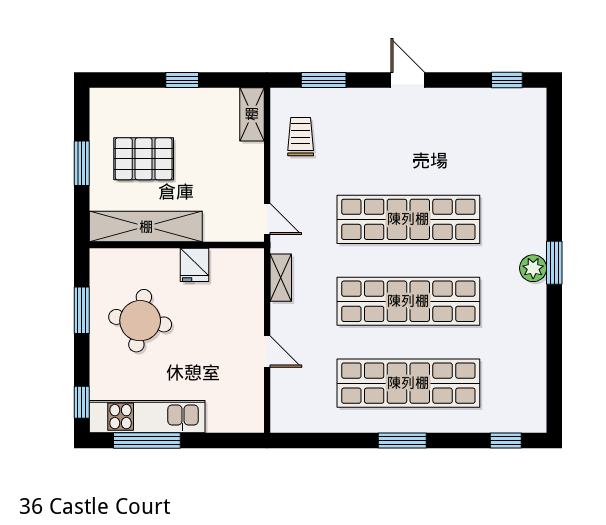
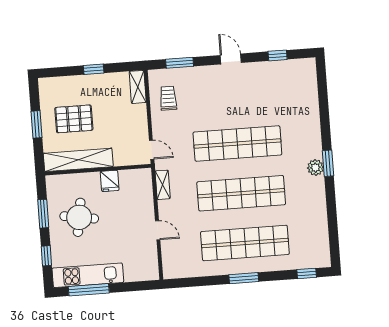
window: (507, 80) -> (278, 55), moved
window: (82, 402) -> (46, 256), moved

